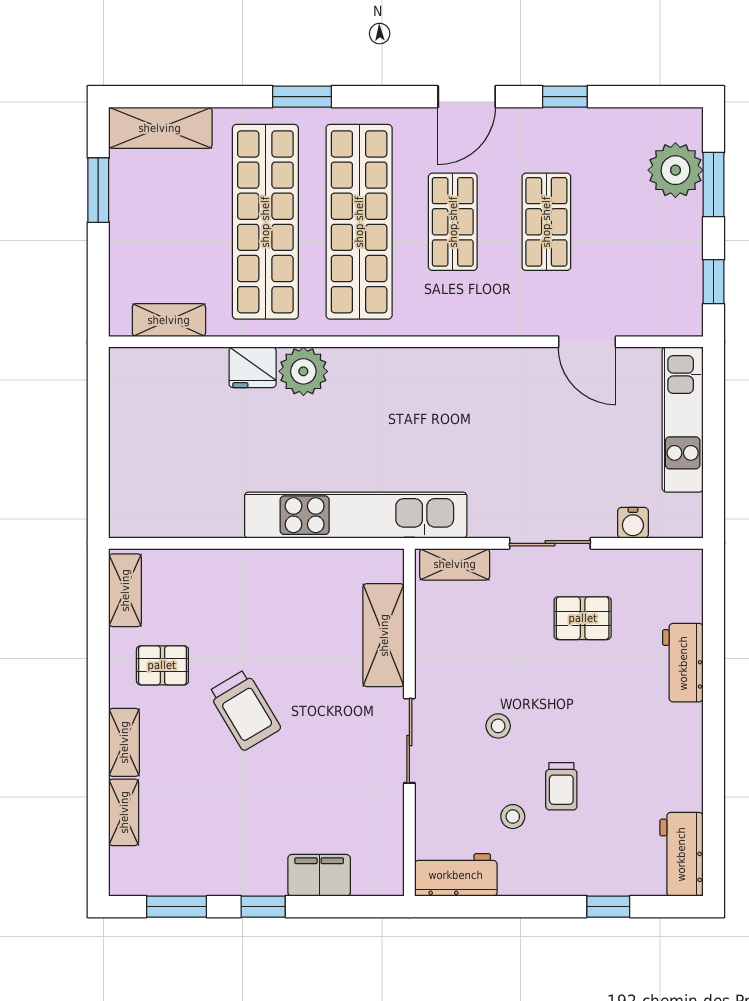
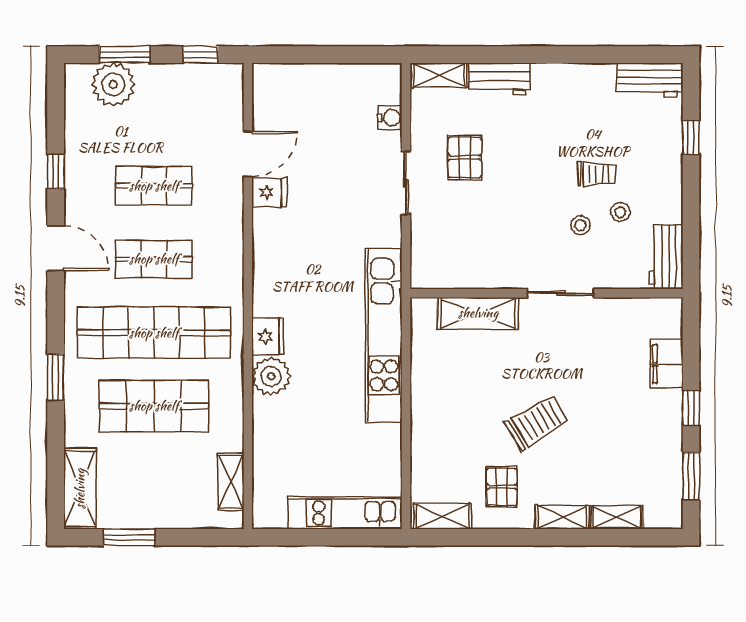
shop shelf: (265, 222) -> (154, 406), width x0.71
fridge: (253, 367) -> (268, 337), moved
fridge: (538, 369) -> (269, 192), added
kitchen unit: (683, 420) -> (345, 513), moved, turned 180
shelving: (455, 564) -> (439, 75), moved, turned 90
stool: (498, 726) -> (580, 225), moved

